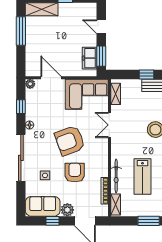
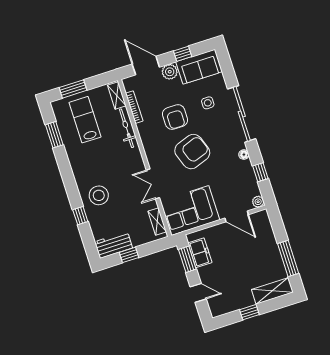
double door: (109, 125) -> (153, 184), swing flipped
lab bench: (143, 177) -> (85, 120), moved

